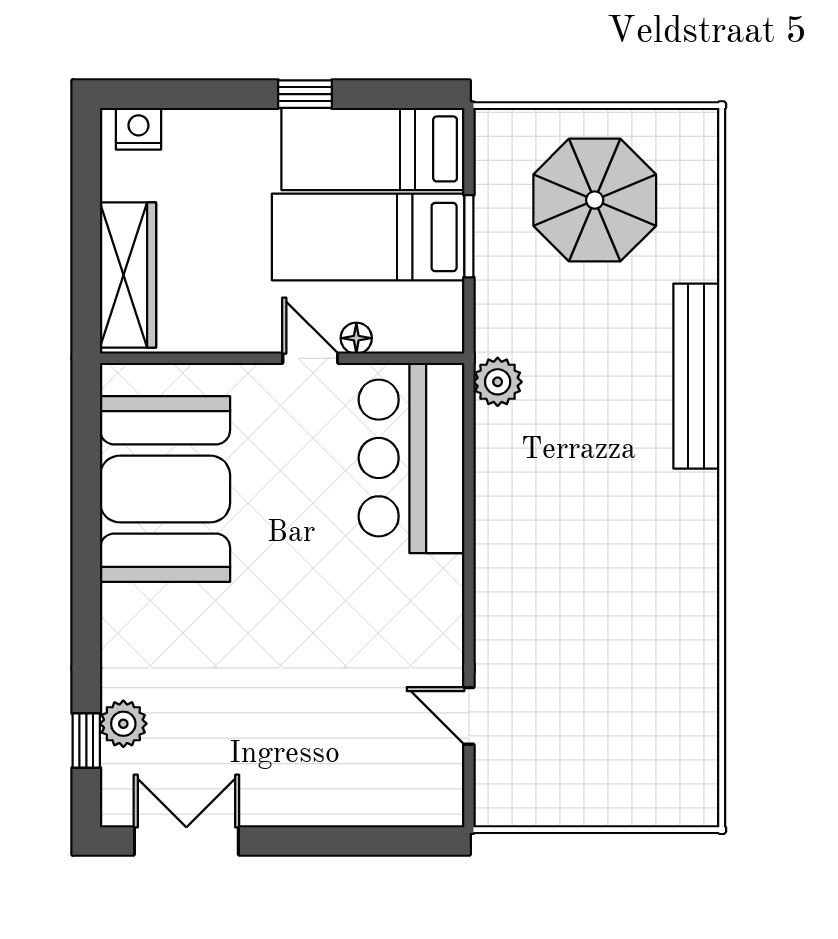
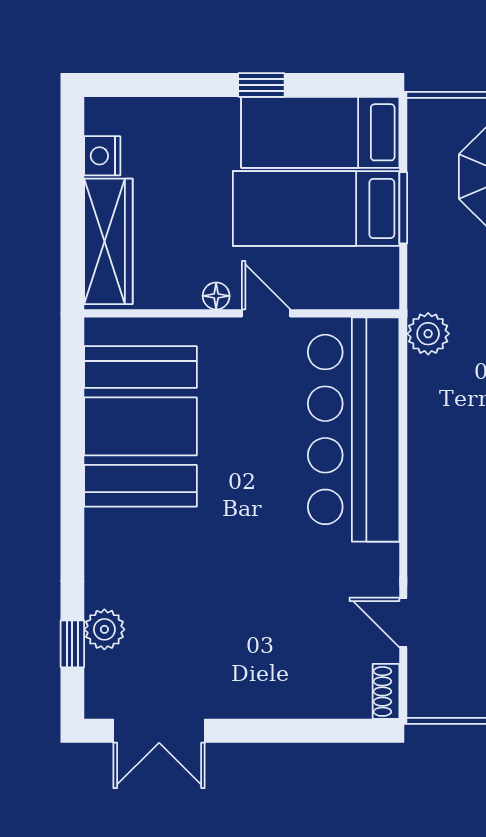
nightstand: (138, 129) -> (102, 156), moved, turned -90
floor lamp: (356, 338) -> (216, 296), moved
bar counter: (411, 458) -> (354, 429), width x1.36
shoe rack: (449, 796) -> (386, 691), added
double door: (186, 841) -> (159, 731), swing flipped

